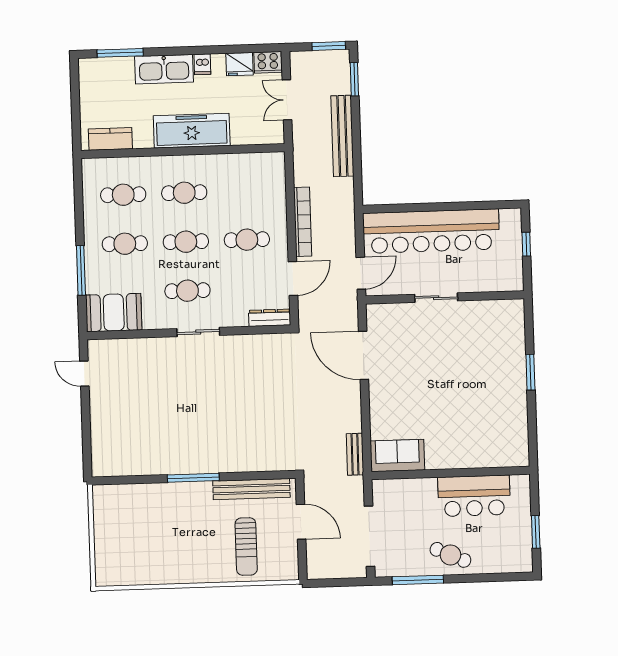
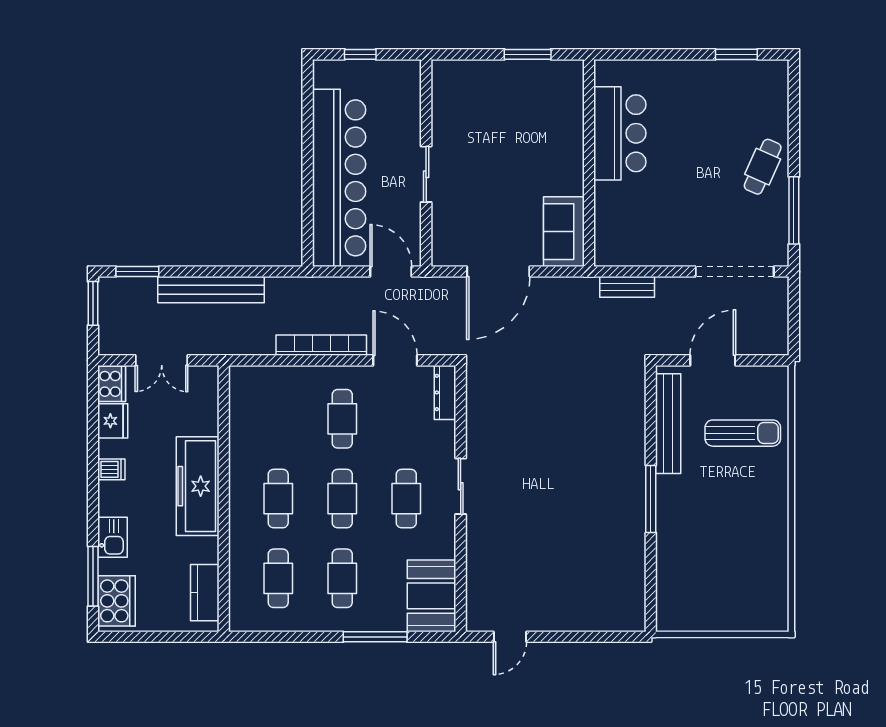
kitchen sink: (164, 69) -> (113, 537), width x0.53, depth x0.81
cooker: (102, 72) -> (117, 601), added
sofa: (397, 455) -> (564, 232), moved
wall: (451, 473) -> (589, 163), moved
bar counter: (474, 496) -> (620, 133), moved

